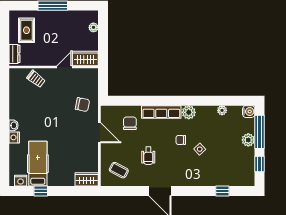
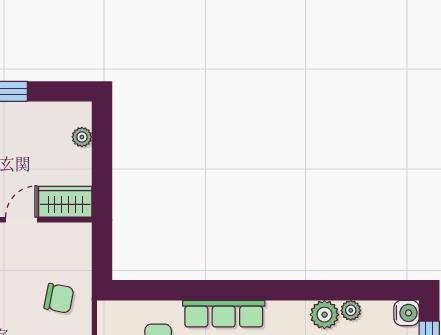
plant: (189, 112) -> (324, 315), moved

